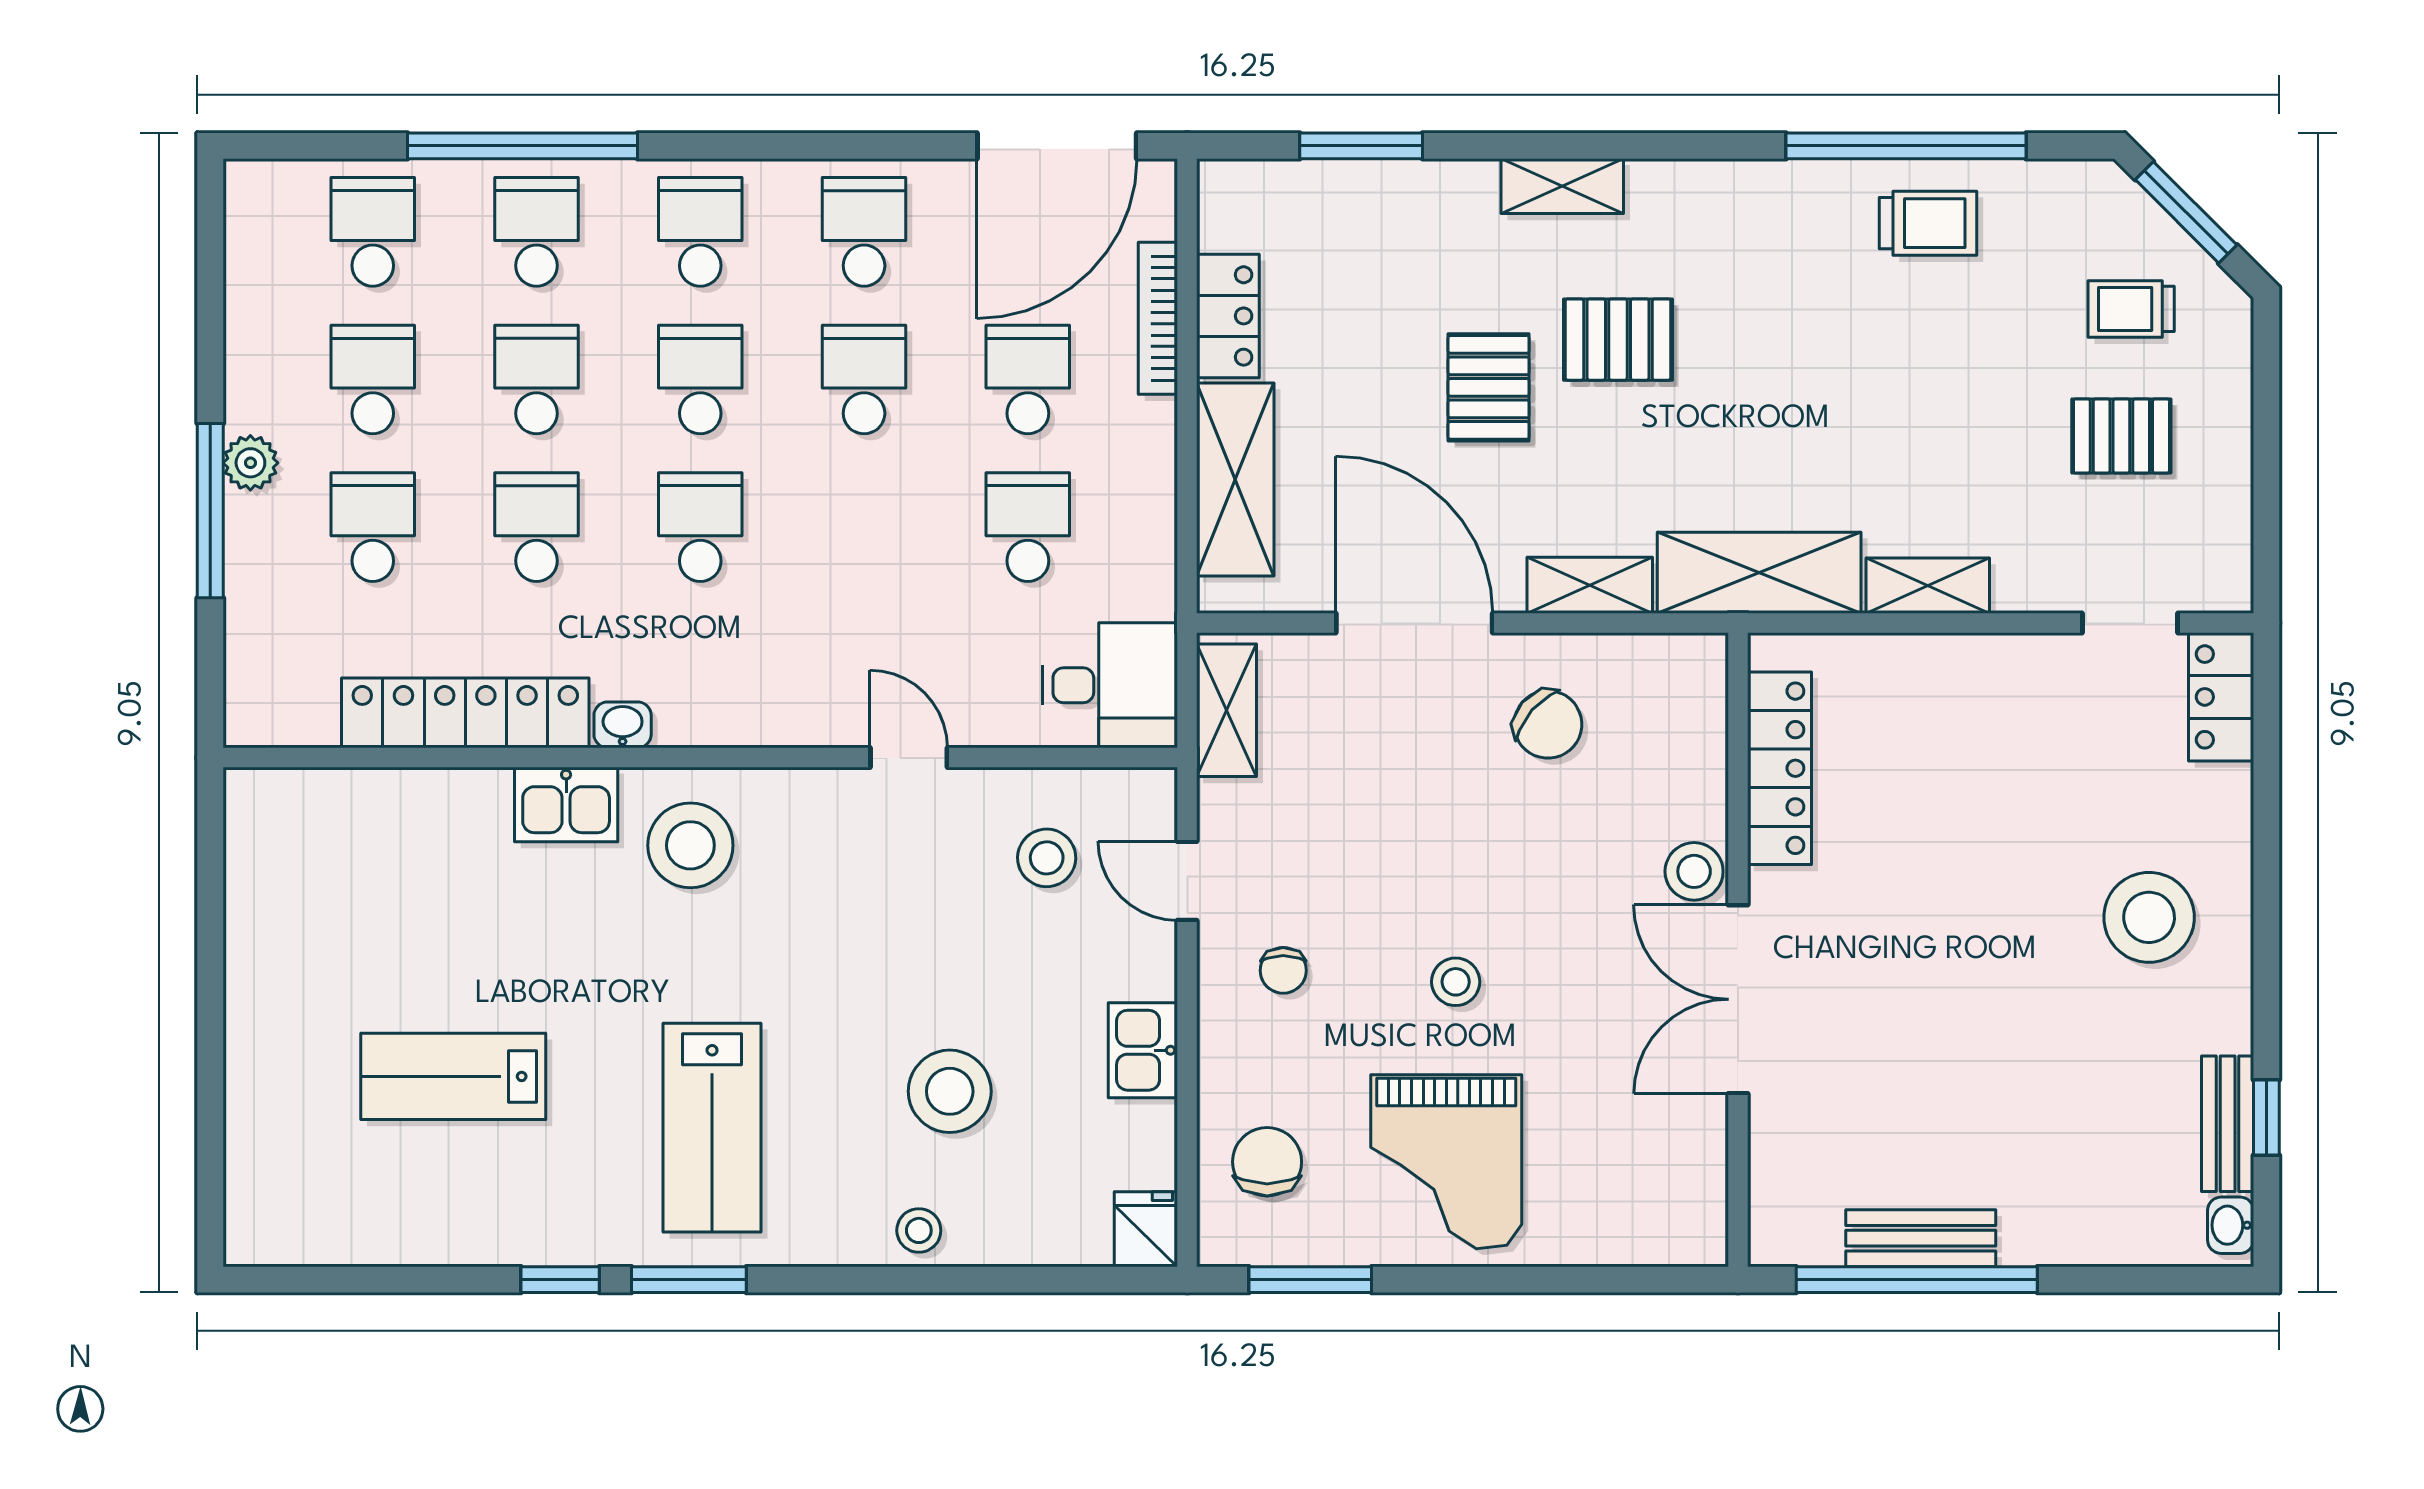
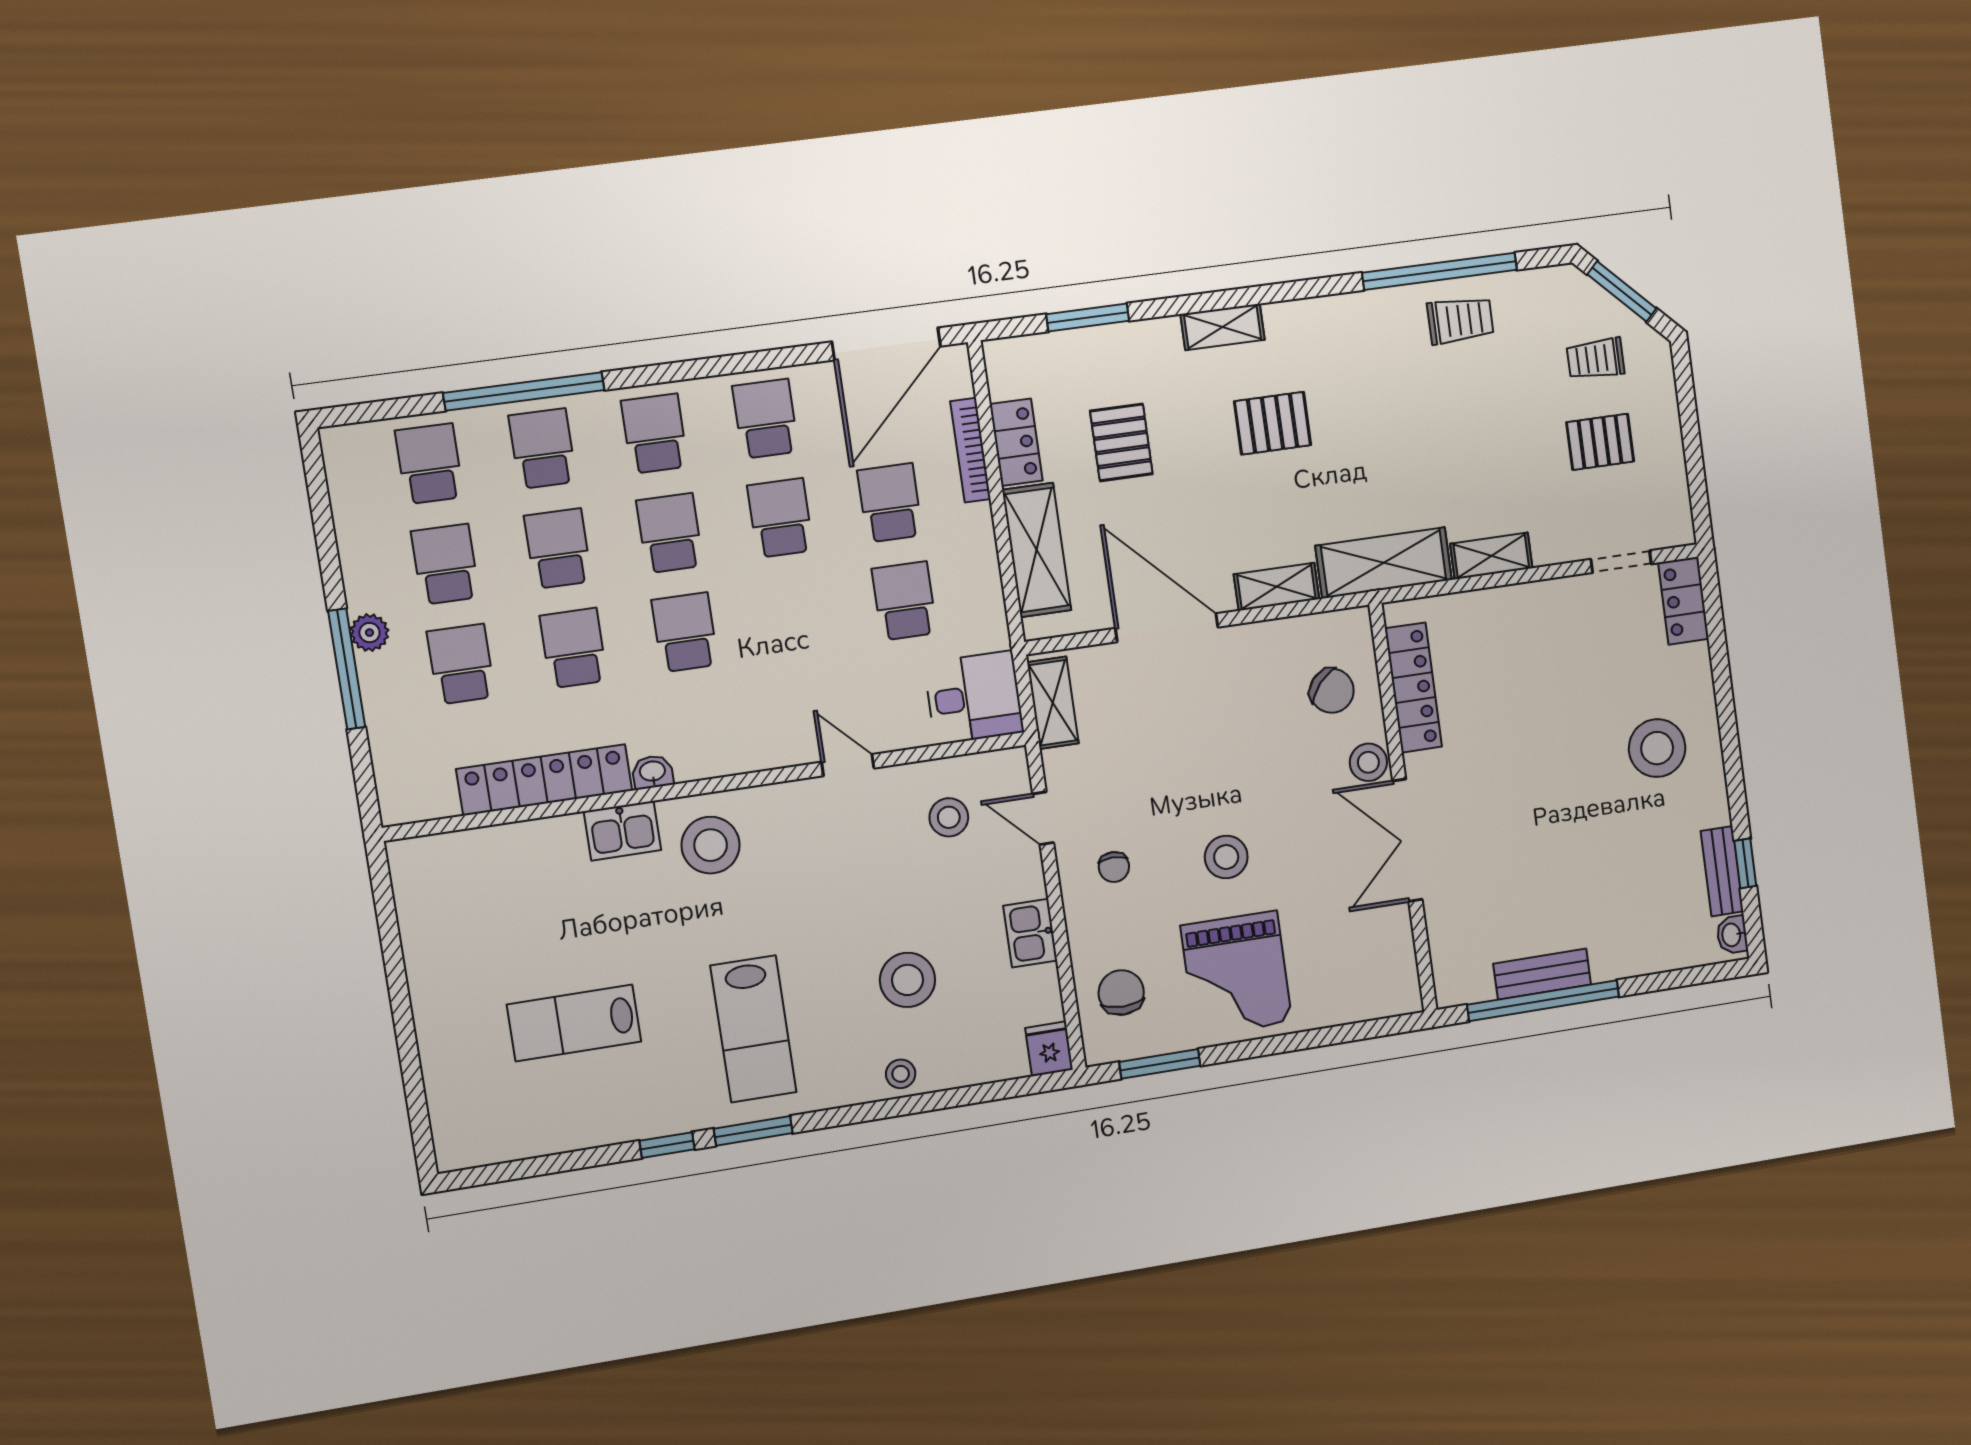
pallet: (1489, 387) -> (1121, 442), moved
chair: (1548, 724) -> (1332, 691), moved
stool: (1456, 982) -> (1226, 857), width x1.37, depth x1.37

